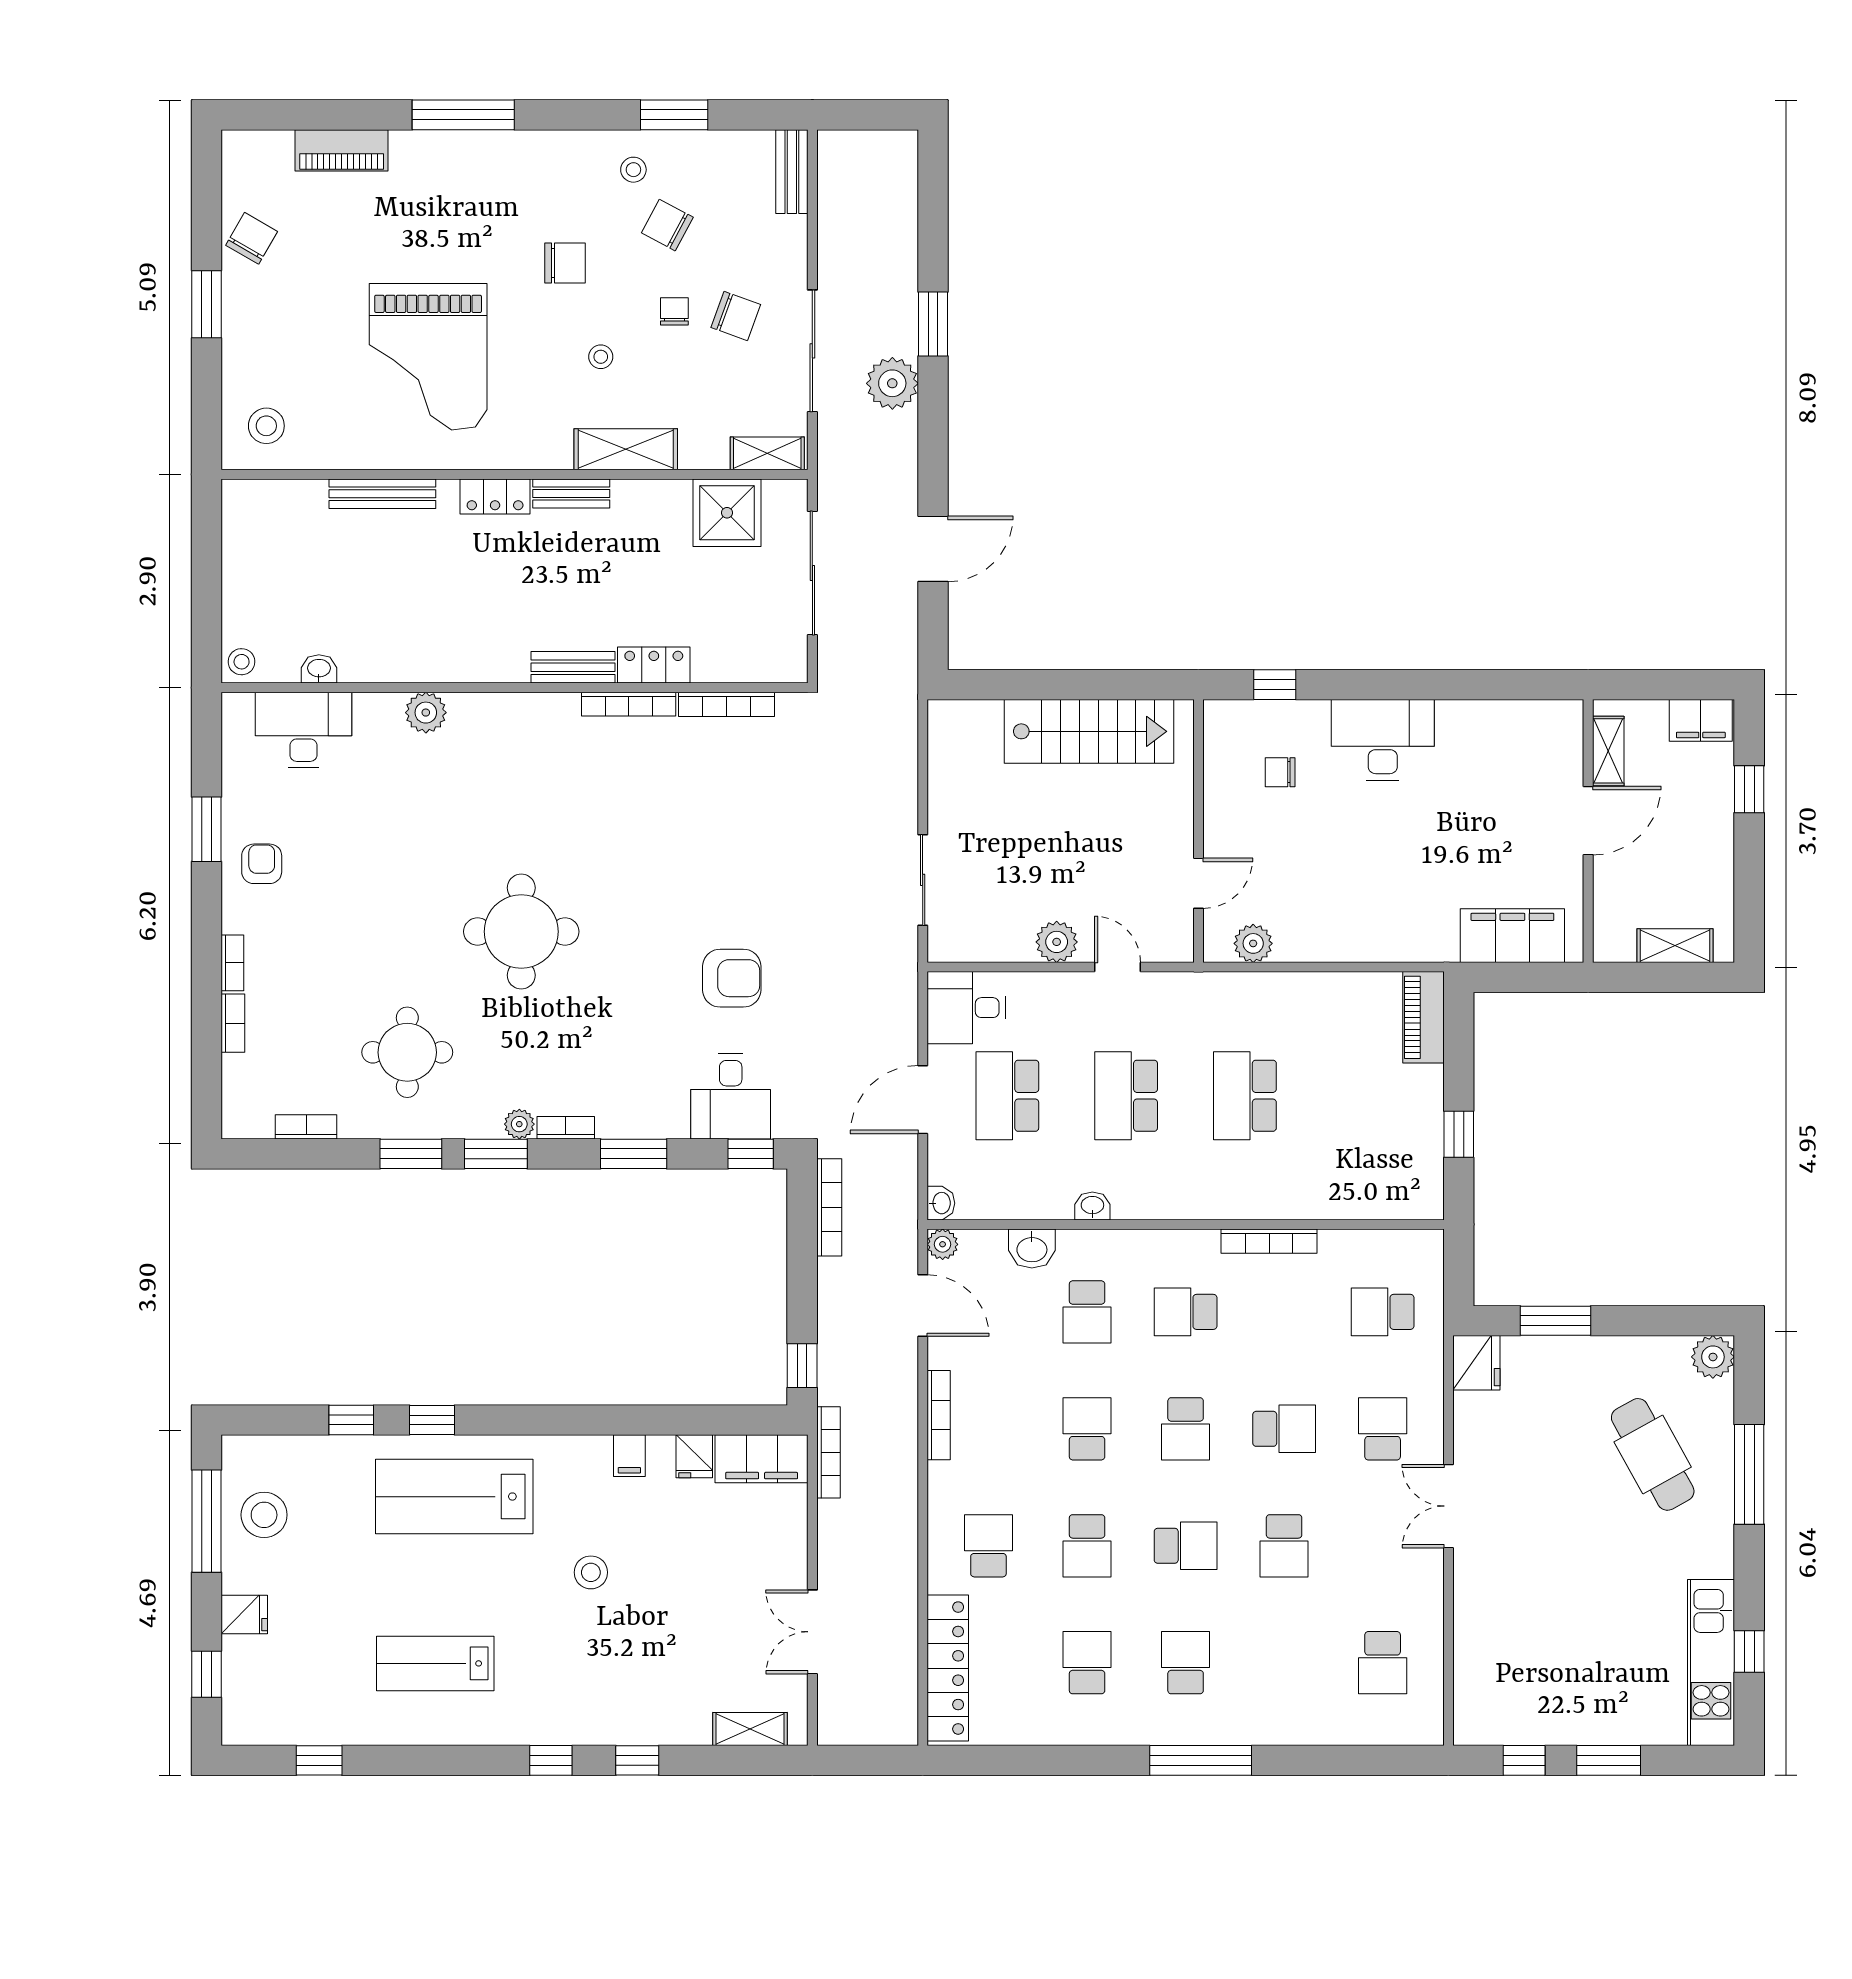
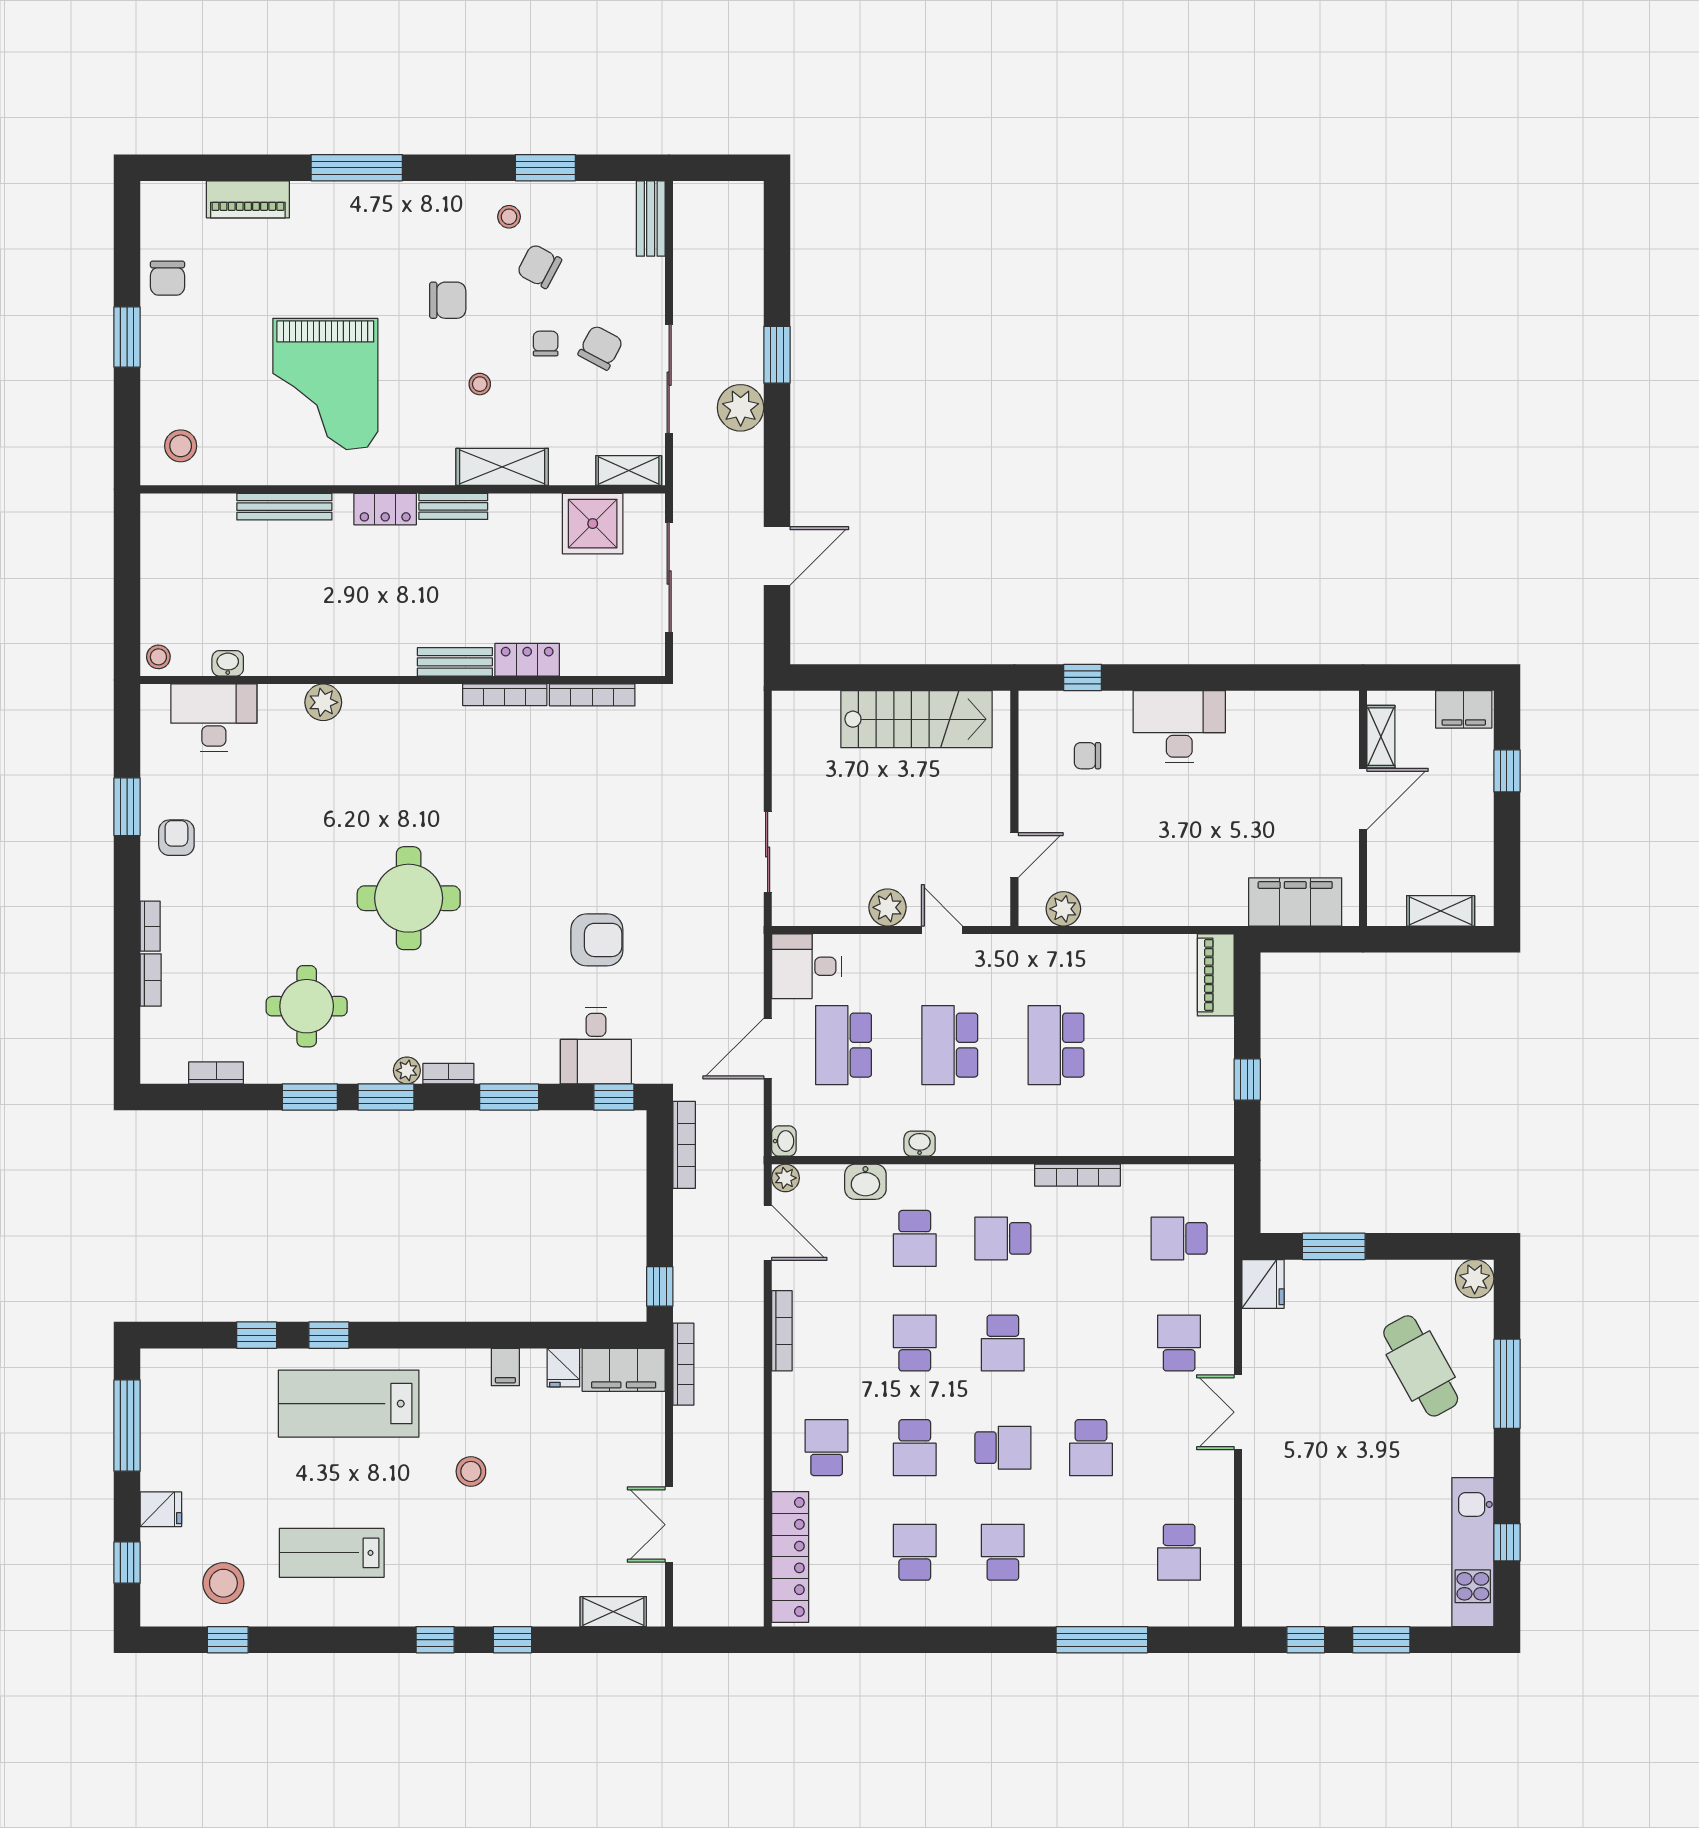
chair: (252, 238) -> (168, 278), turned 150
chair: (736, 316) -> (600, 348), turned -82
school desk: (1284, 1429) -> (1091, 1343), removed
stool: (264, 1515) -> (223, 1583), moved
window: (1201, 1760) -> (1102, 1640), moved

